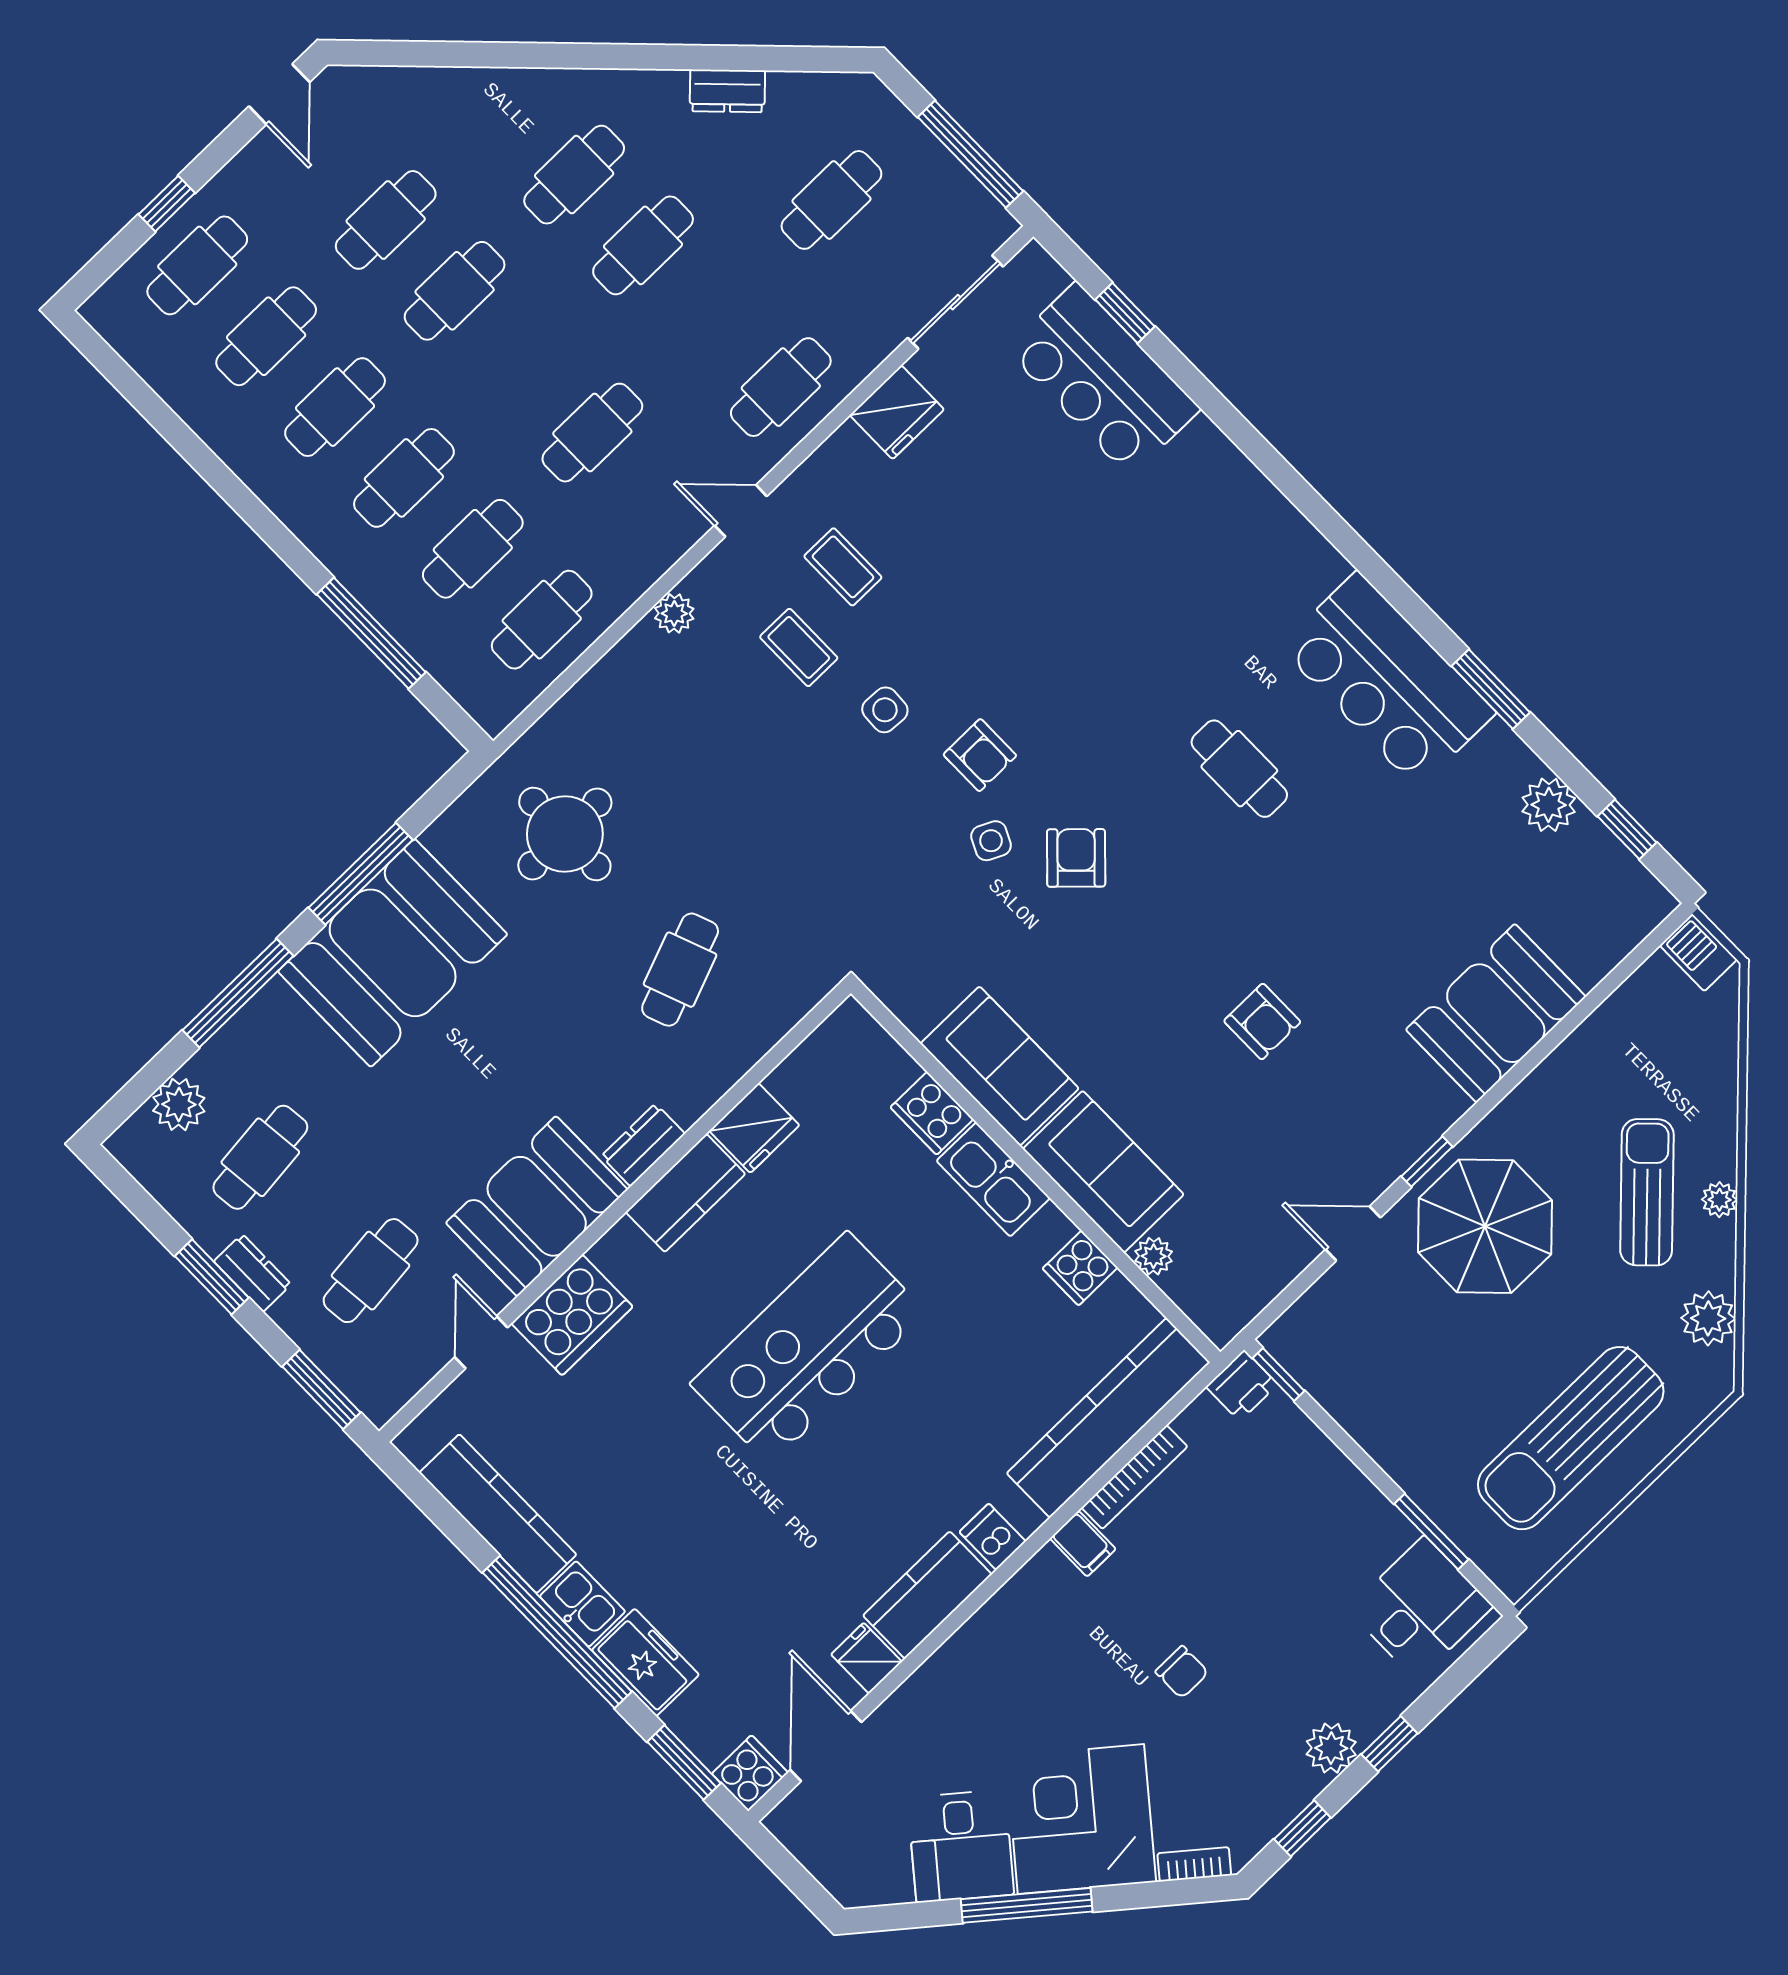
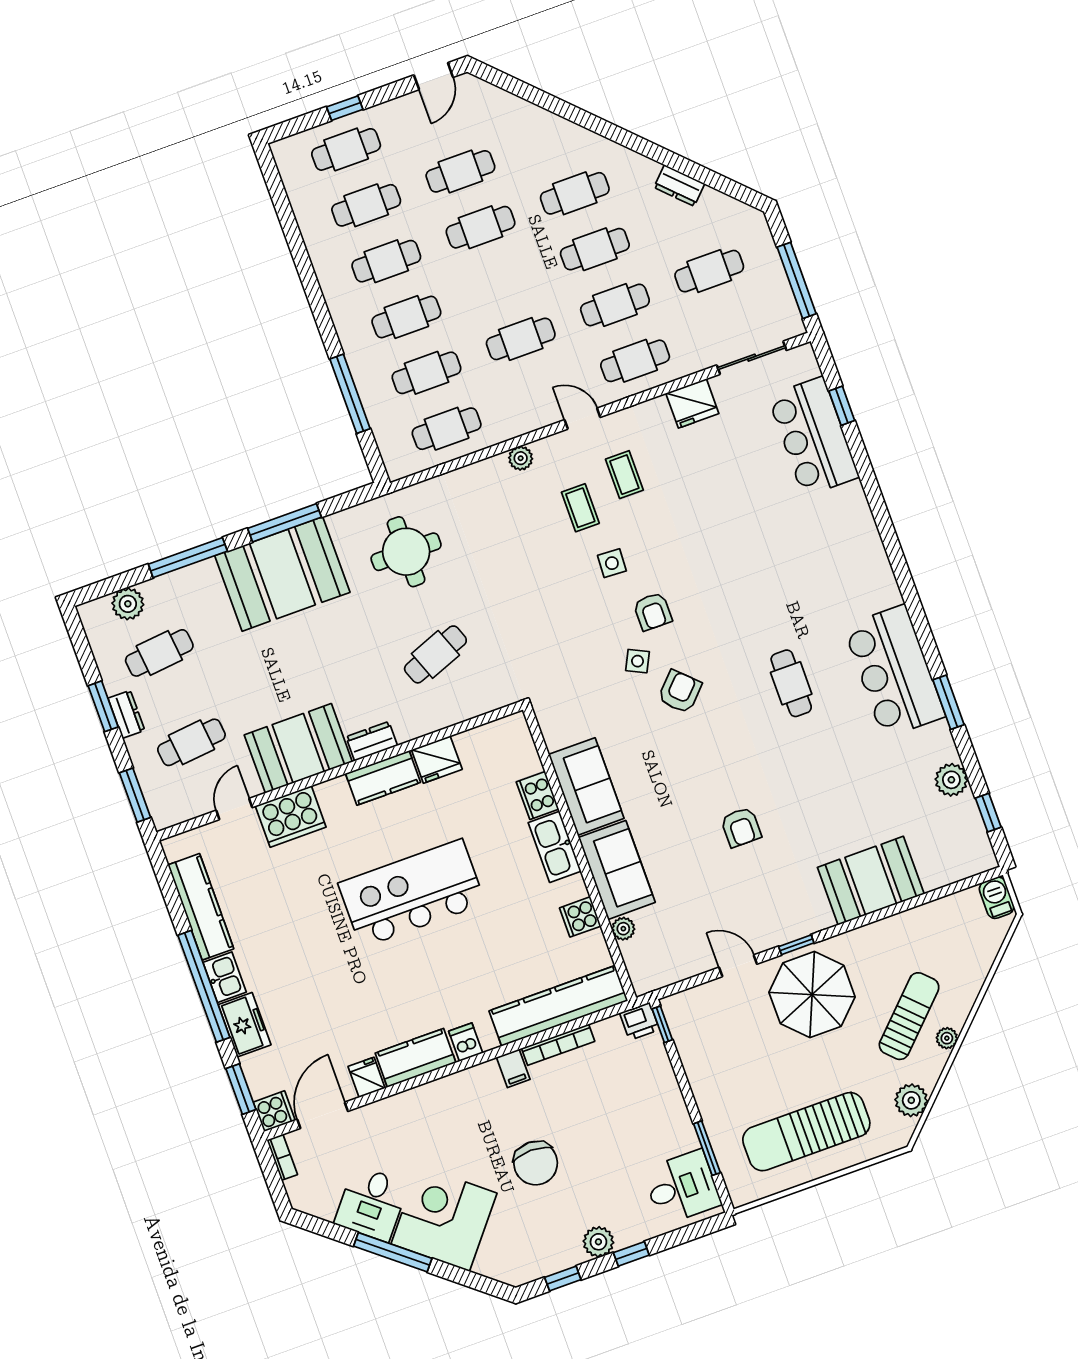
cafe table: (712, 316) -> (615, 305), added
chair: (1182, 1672) -> (536, 1163), width x1.87, depth x1.87
bookcase: (1194, 1864) -> (282, 1157), moved, turned 51

